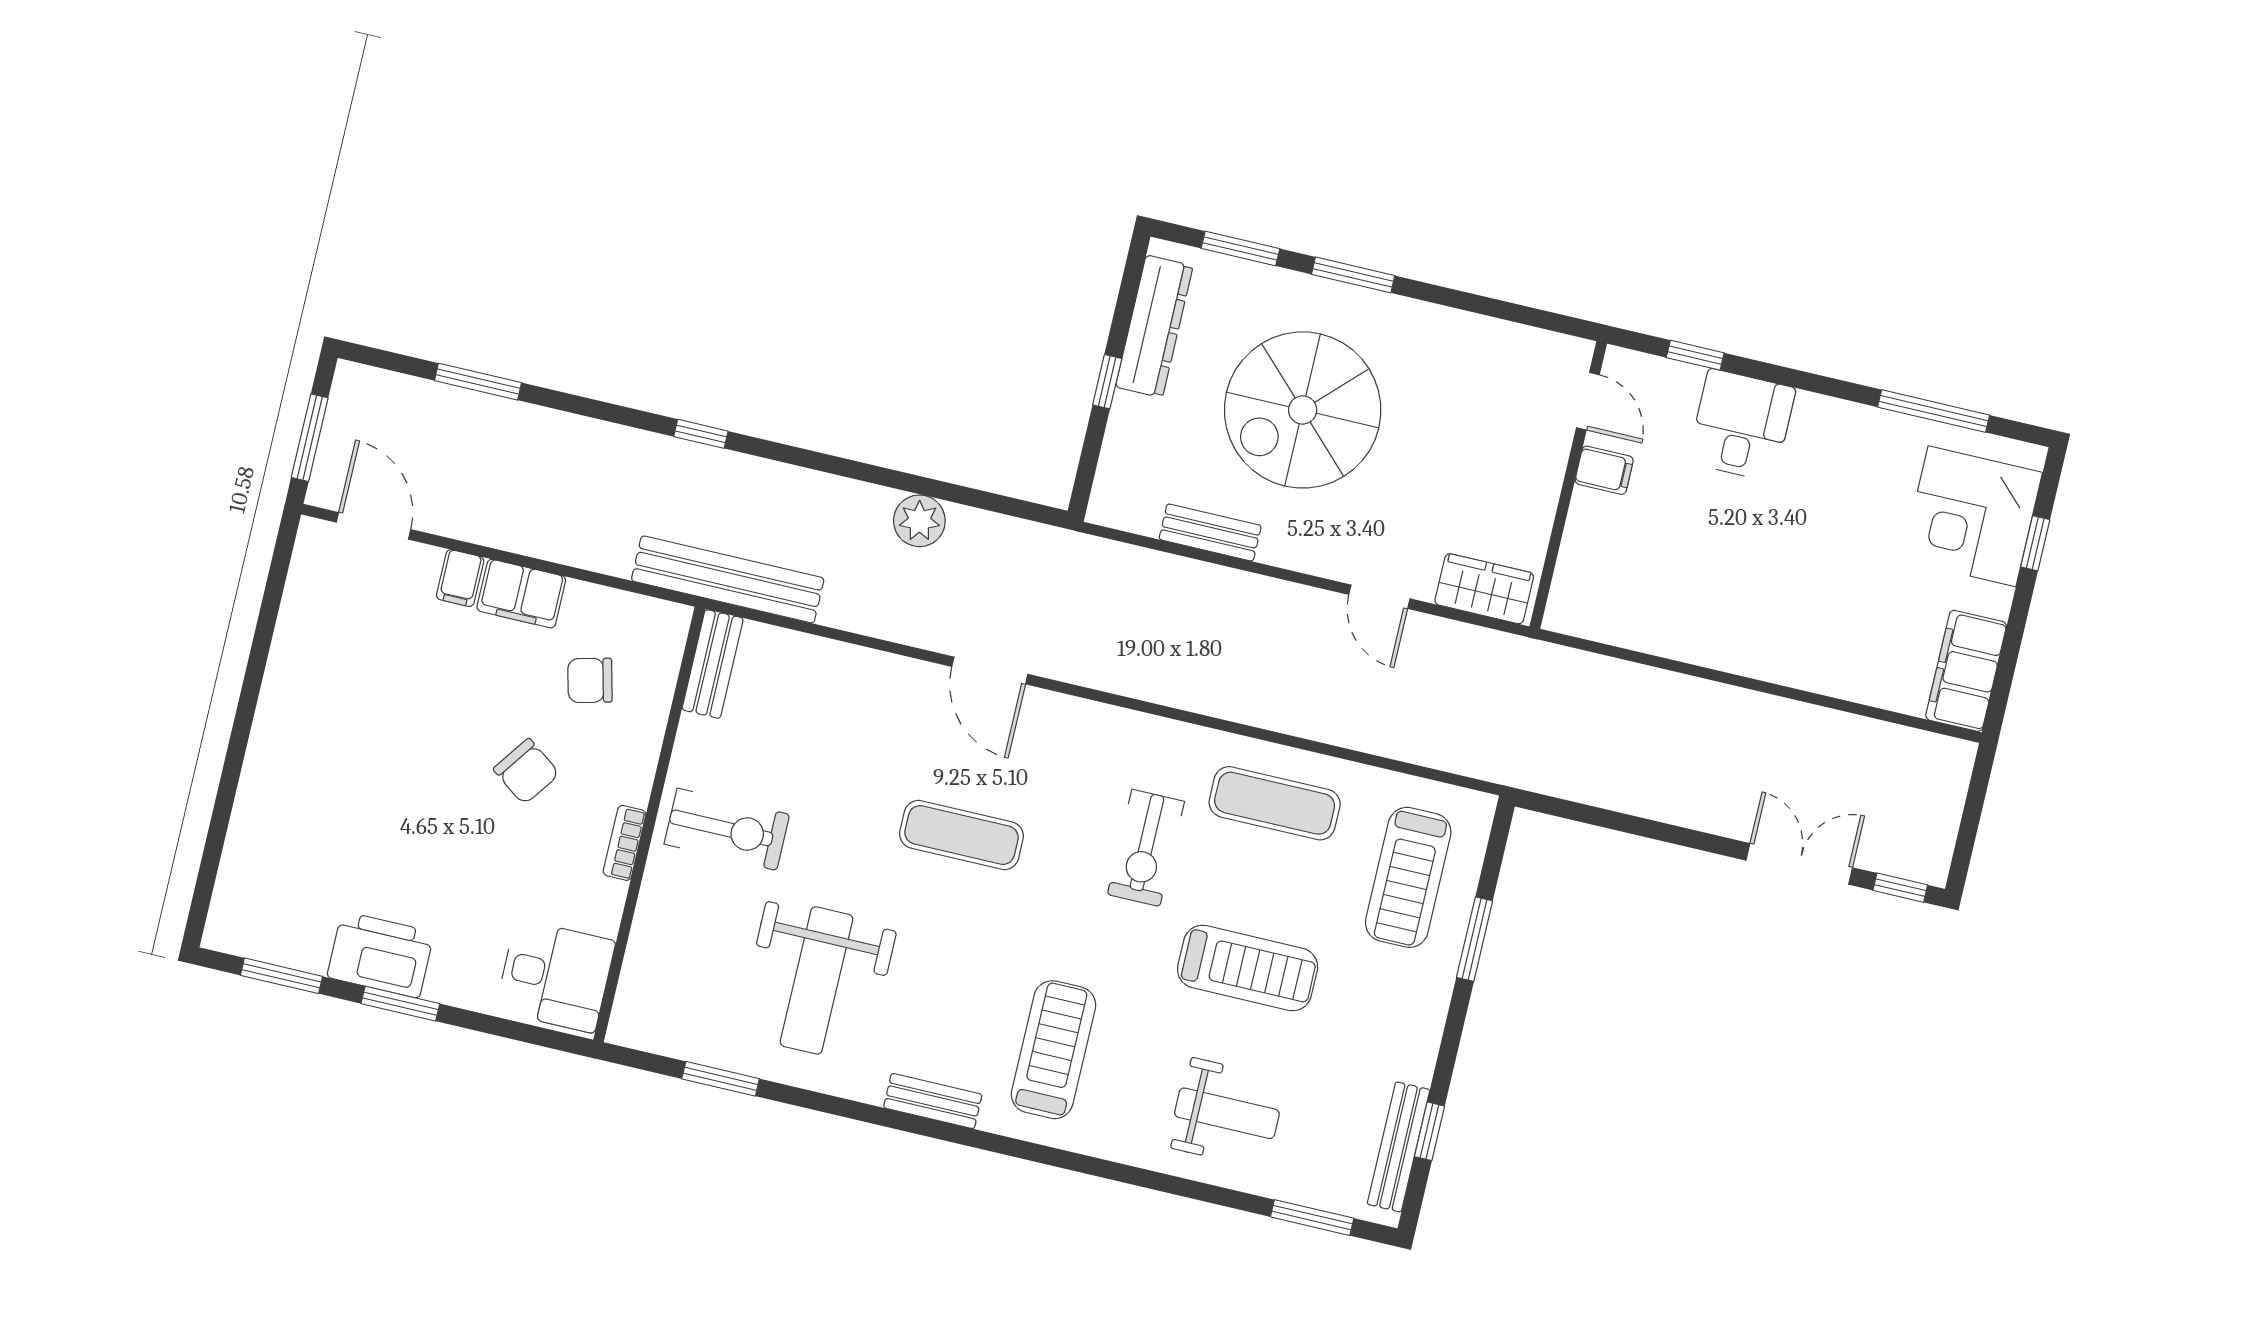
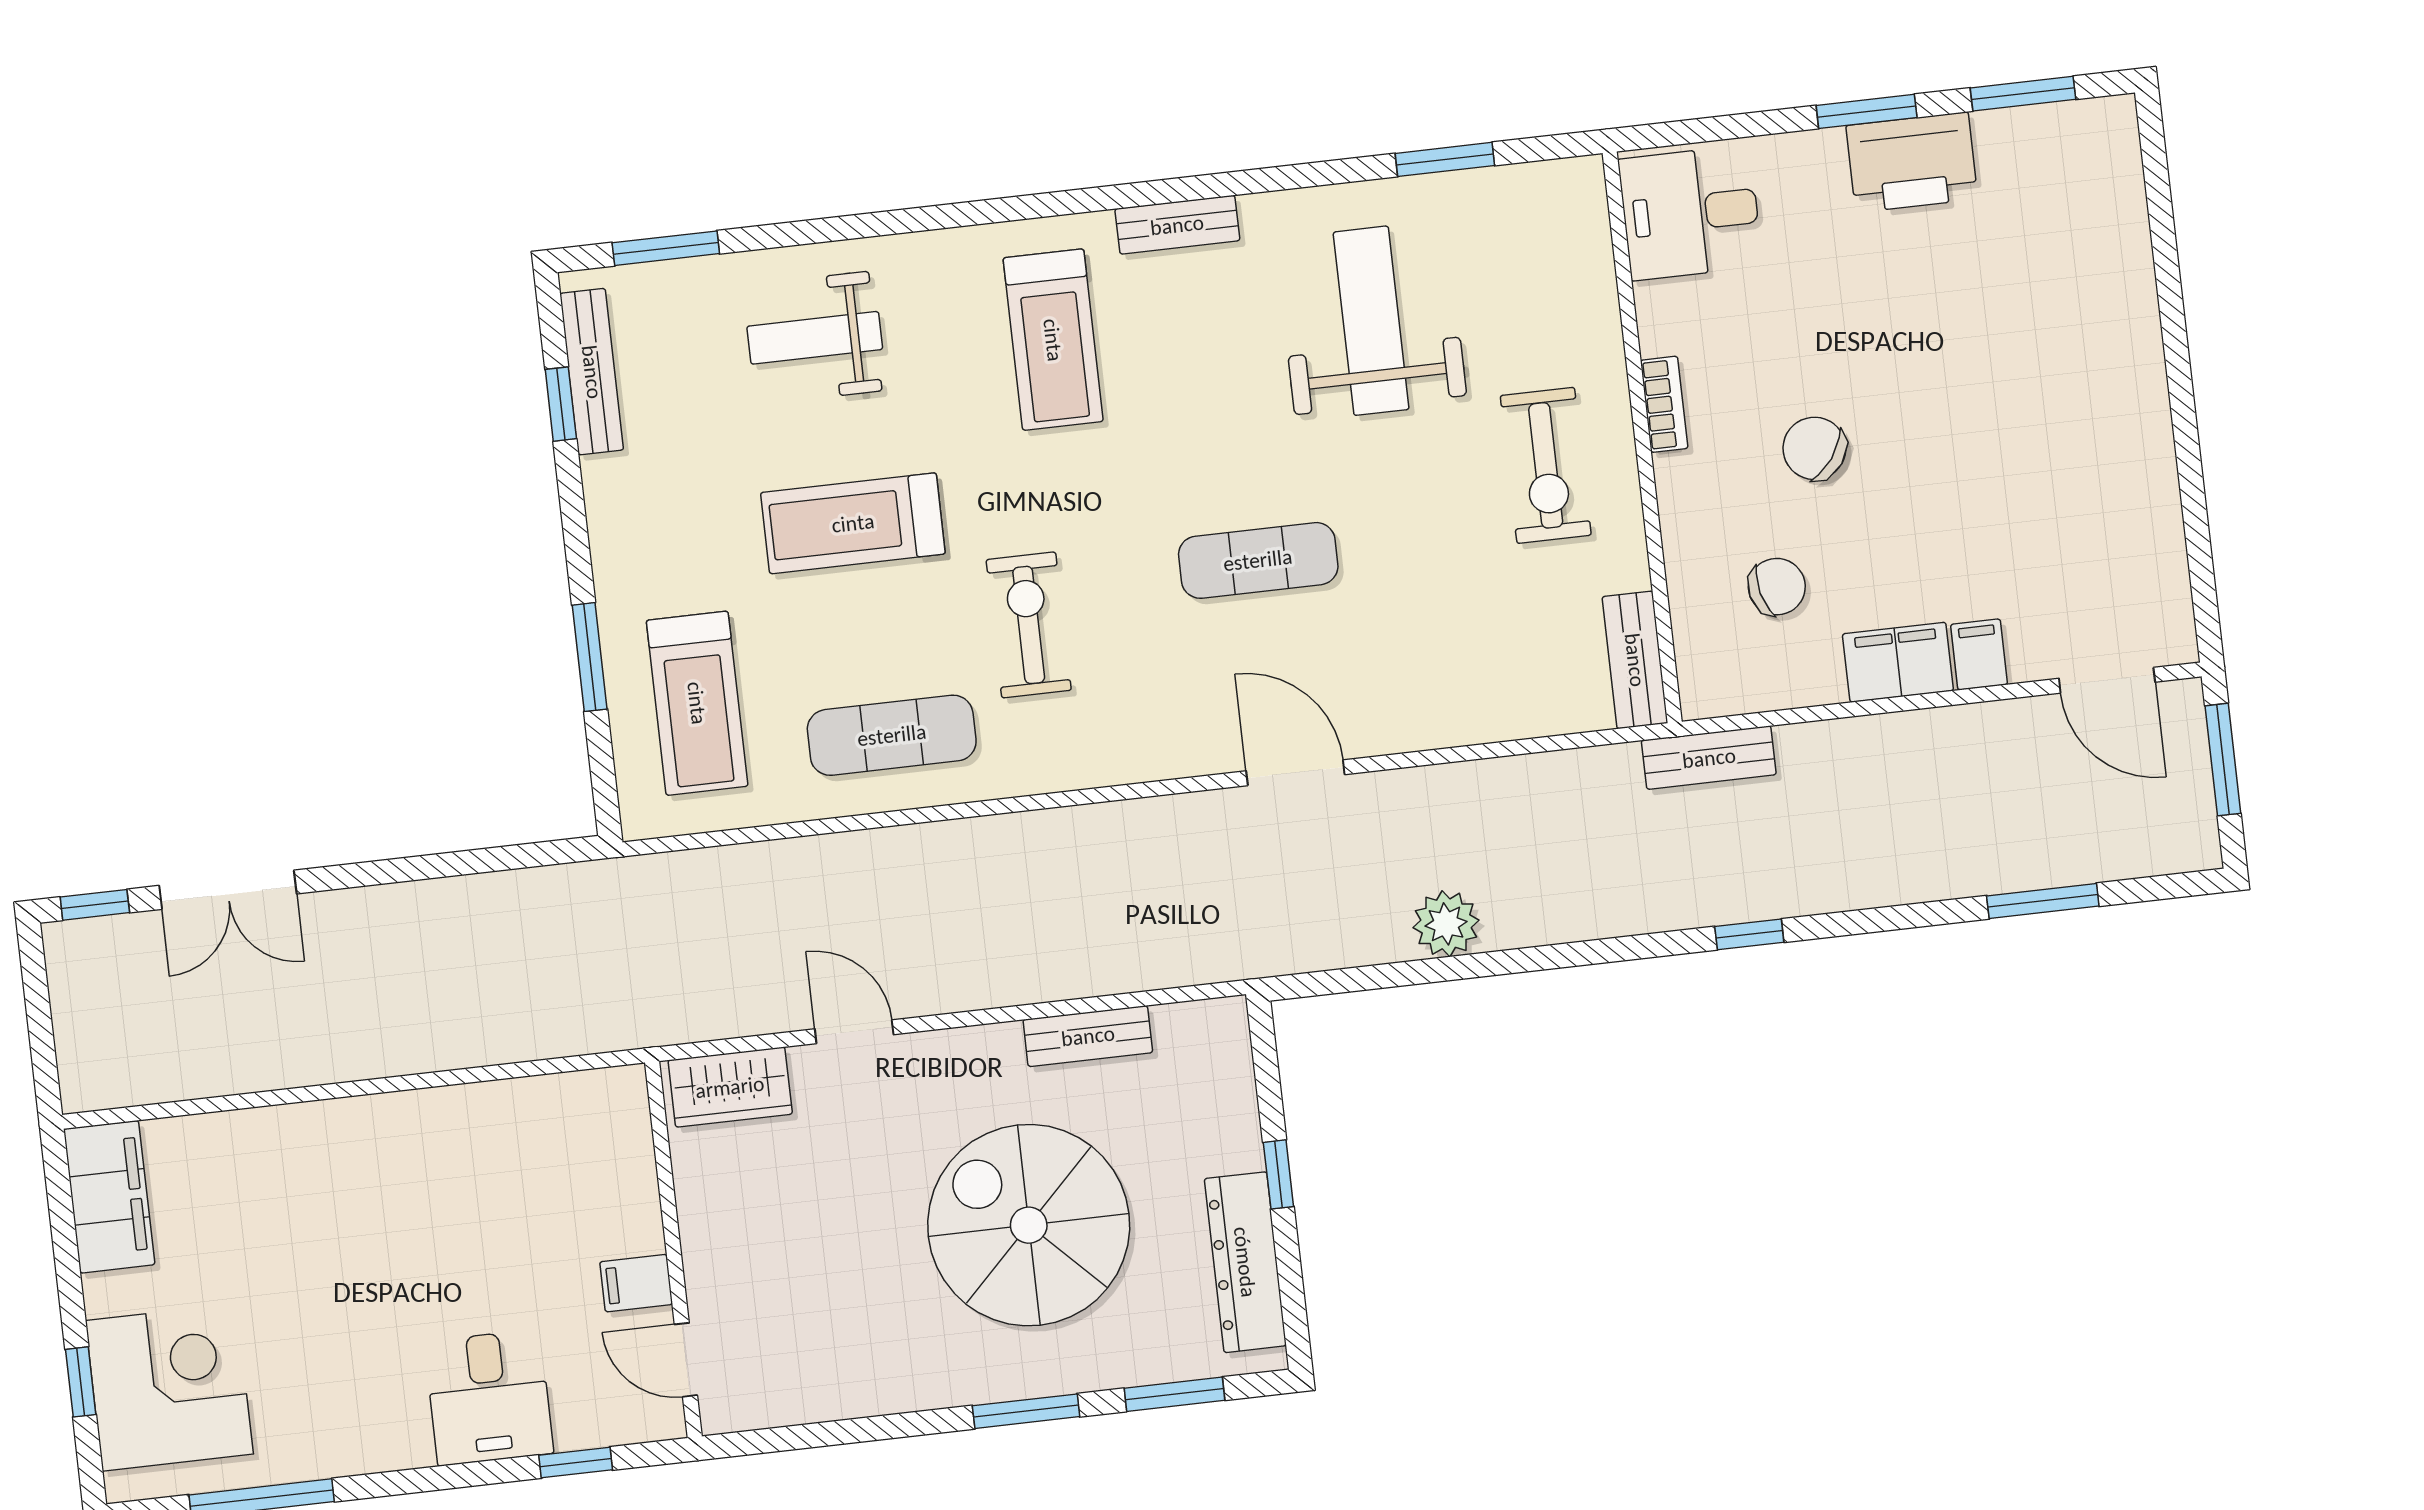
spiral stairs: (1303, 410) -> (1029, 1225), turned -90
bench: (728, 579) -> (1709, 758), width x0.54, depth x0.82
exercise bike: (727, 829) -> (1546, 465), turned -90
treadmill: (1408, 877) -> (697, 703), turned 180

